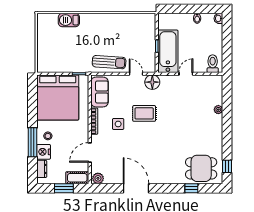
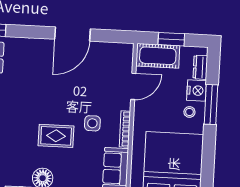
cot: (77, 178) -> (158, 56), width x1.37, depth x1.34
plant: (98, 178) -> (124, 50), removed
door: (136, 188) -> (72, 34), hinge flipped

